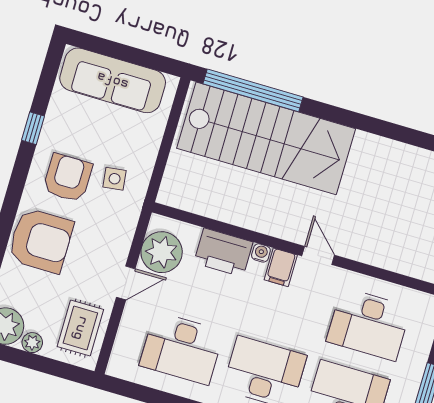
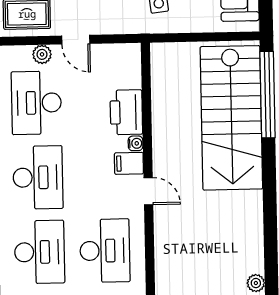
plant: (162, 252) -> (42, 54), moved, width x0.53, depth x0.53
door: (318, 256) -> (148, 191), hinge flipped
desk: (369, 324) -> (105, 251), turned 180

